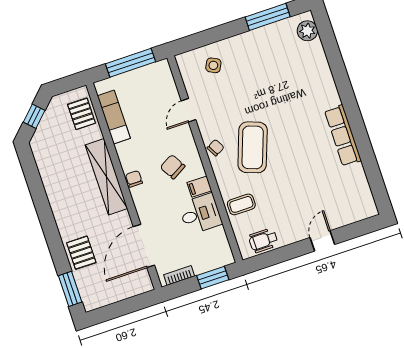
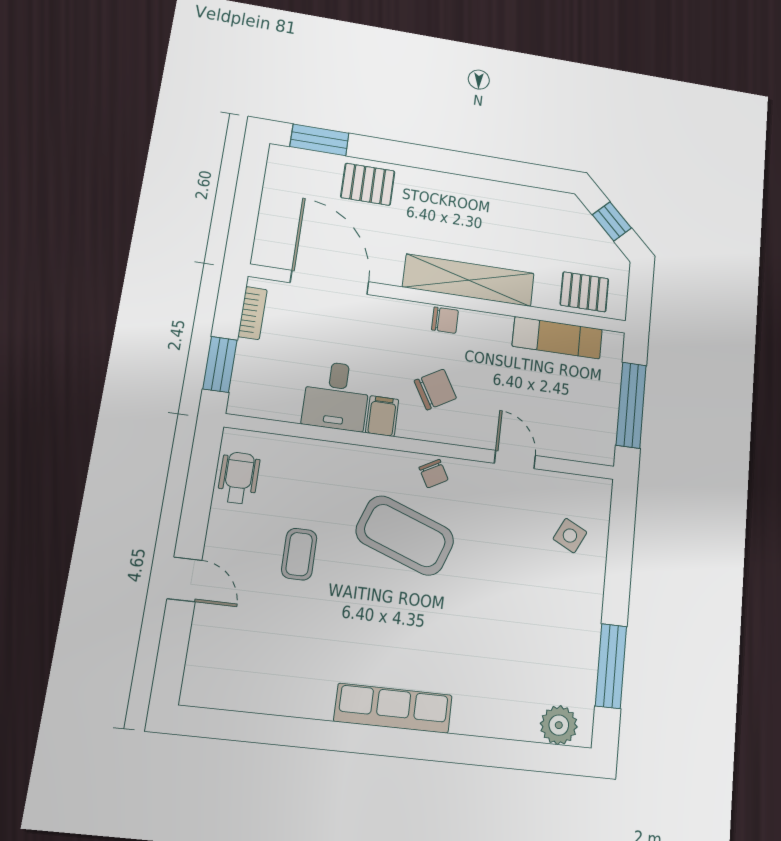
row of seats: (343, 136) -> (393, 708), moved
coffee table: (241, 204) -> (299, 554), moved

